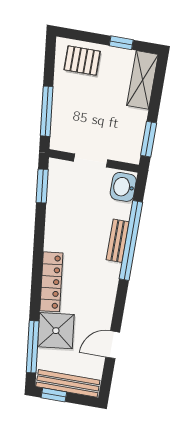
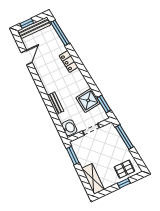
window: (121, 43) -> (124, 183), moved
window: (131, 240) -> (50, 107), removed
locker: (51, 282) -> (69, 61), width x0.66
shower: (56, 331) -> (88, 100), moved
window: (54, 395) -> (27, 23), moved

